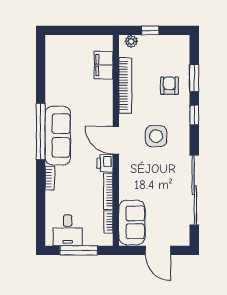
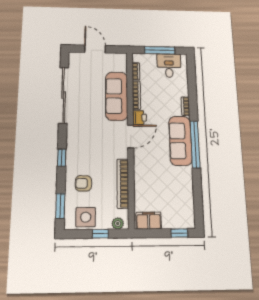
window: (63, 30) -> (179, 233), added
filing cabinet: (104, 65) -> (149, 221), moved, turned -90
window: (194, 78) -> (60, 206), moved
armchair: (169, 86) -> (83, 183), turned 90
side table: (156, 136) -> (86, 217), moved
door: (116, 140) -> (131, 136), hinge flipped
sofa: (132, 222) -> (117, 96), moved, width x1.36

